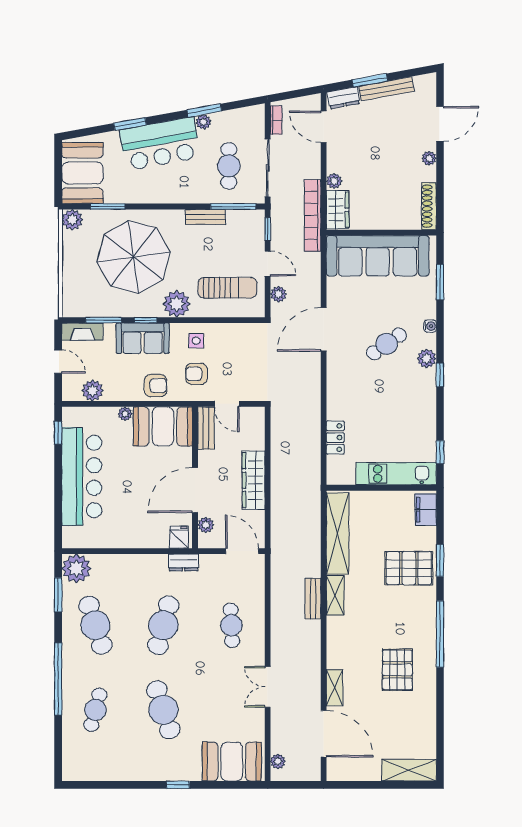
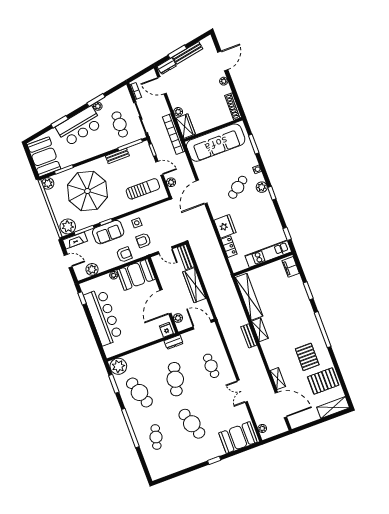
plant: (177, 304) -> (68, 226), moved
fridge: (341, 401) -> (225, 226), added
bench: (206, 428) -> (186, 257), moved
pallet: (409, 568) -> (323, 381), moved

